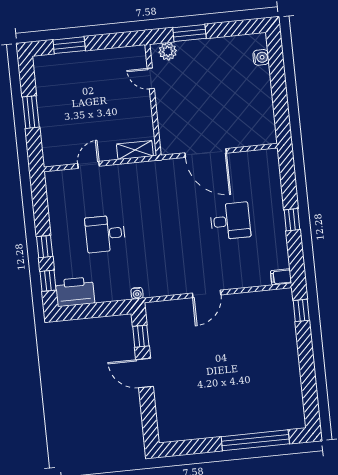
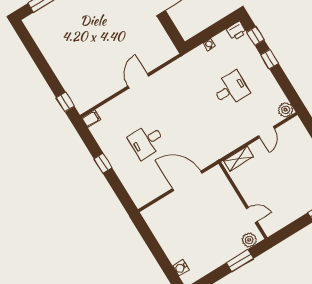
plant: (54, 180) -> (286, 110), added
printer: (75, 292) -> (237, 31), width x0.53, depth x0.68
water cooler: (137, 293) -> (209, 45), moved
window: (141, 336) -> (170, 28), removed

